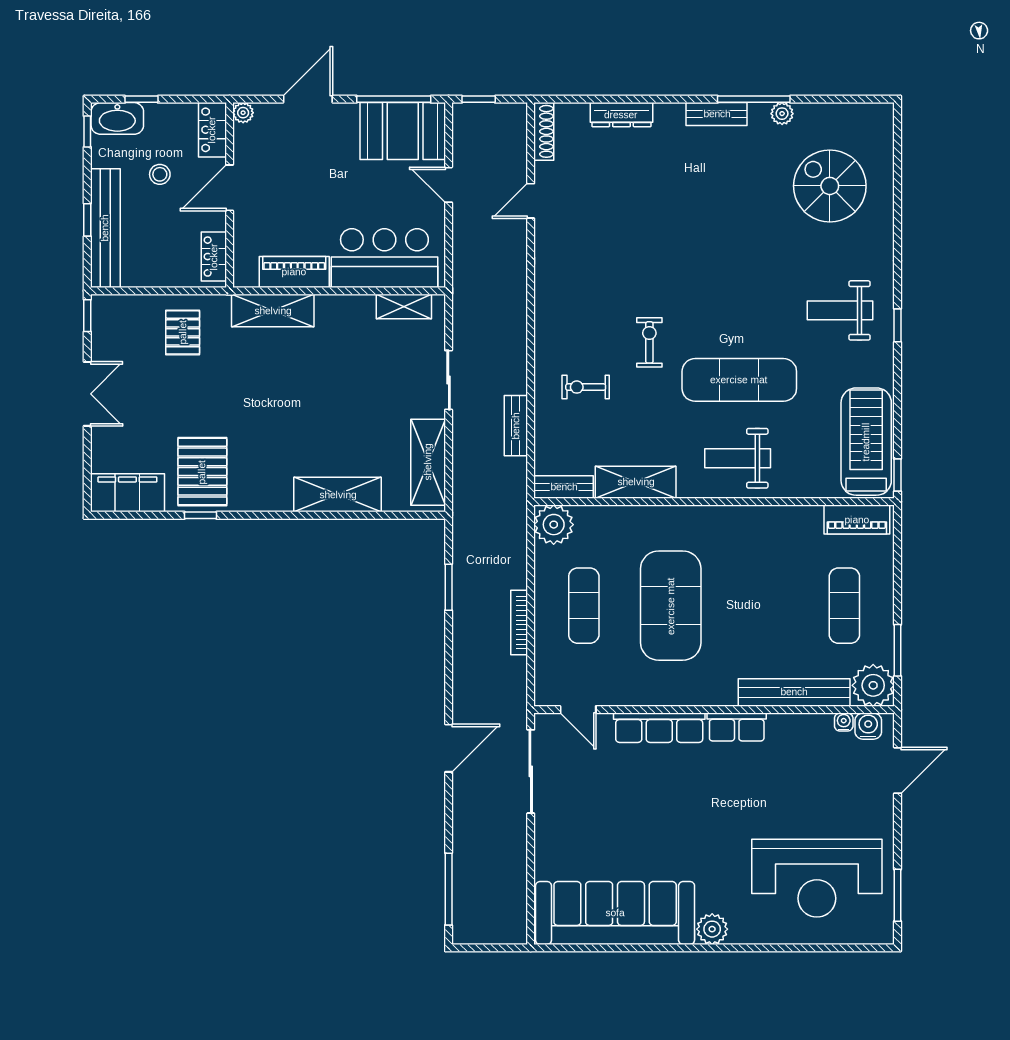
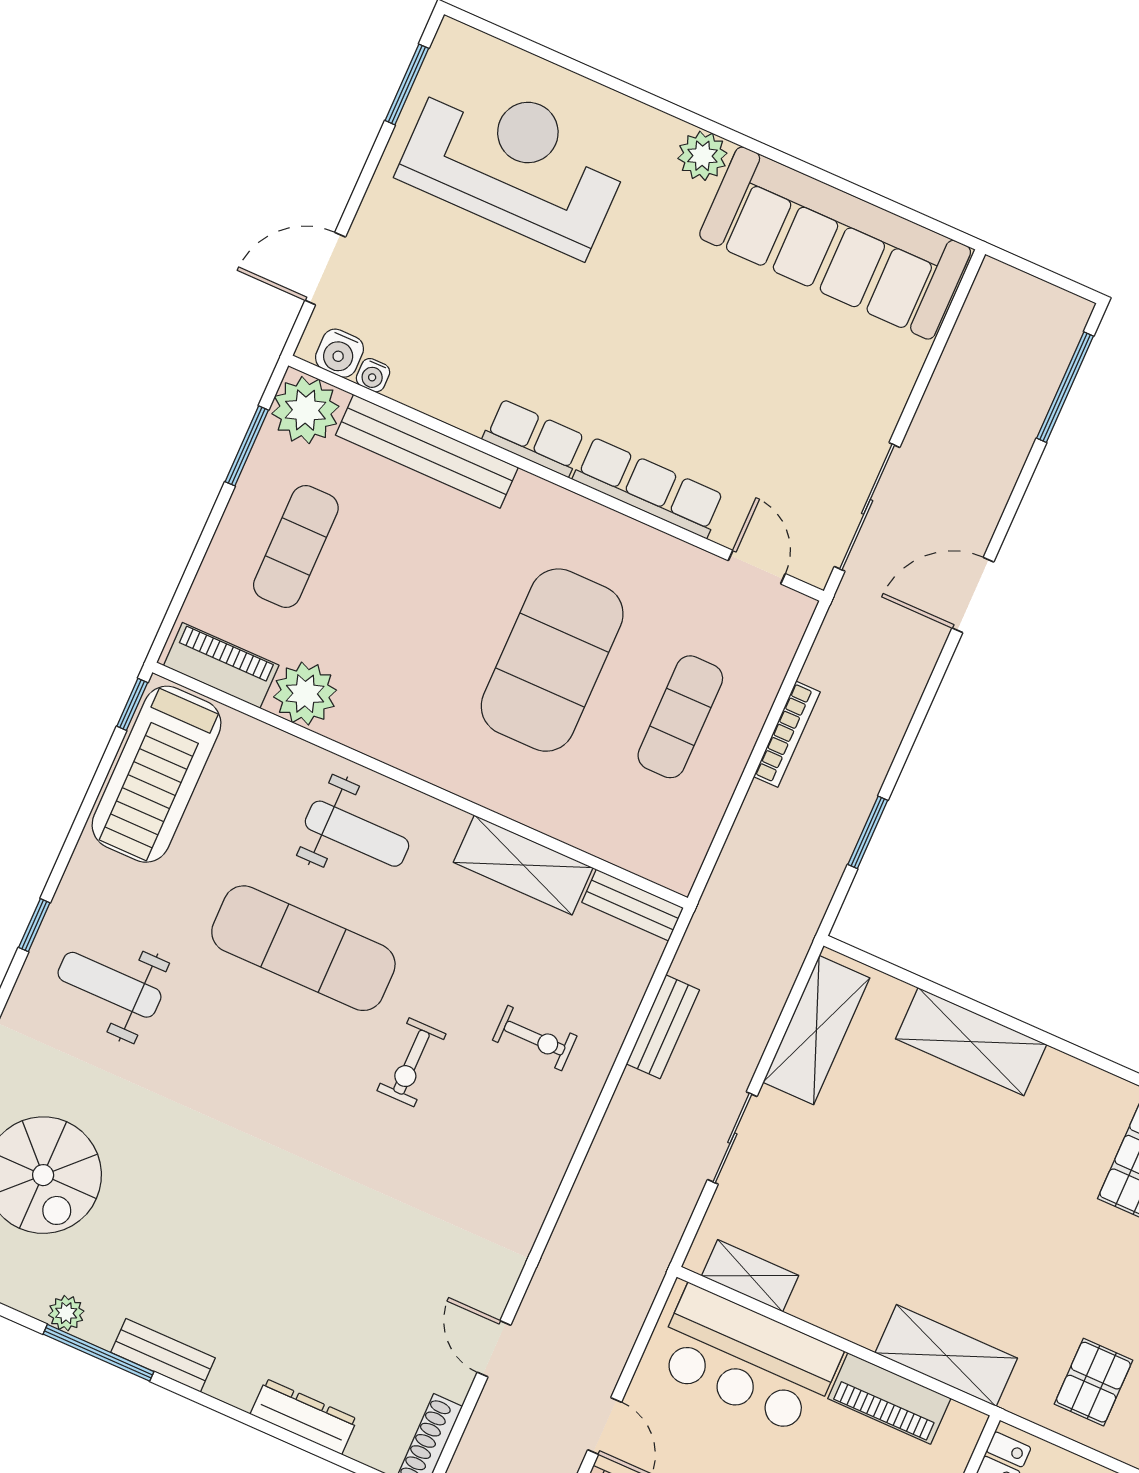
door: (531, 201) -> (494, 1349), swing flipped
weight bench: (840, 310) -> (109, 985), turned 180
plant: (554, 525) -> (305, 694), moved

